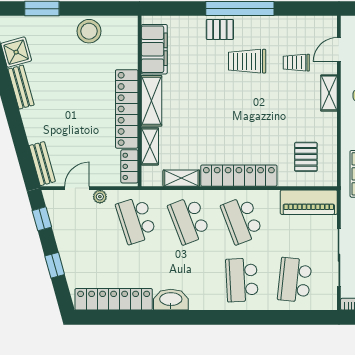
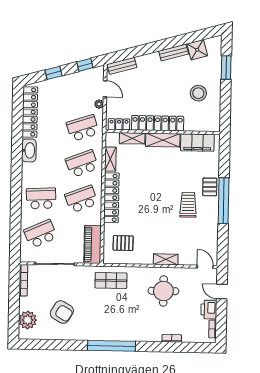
stool: (89, 31) -> (198, 93), moved
door: (339, 50) -> (205, 267), moved
trolley: (296, 63) -> (187, 238), removed
school desk: (295, 280) -> (41, 234), turned -30

